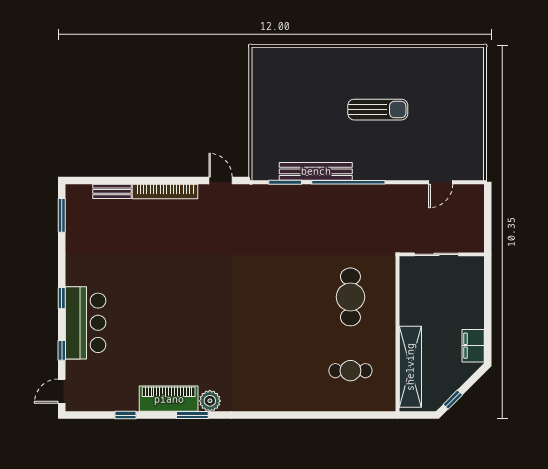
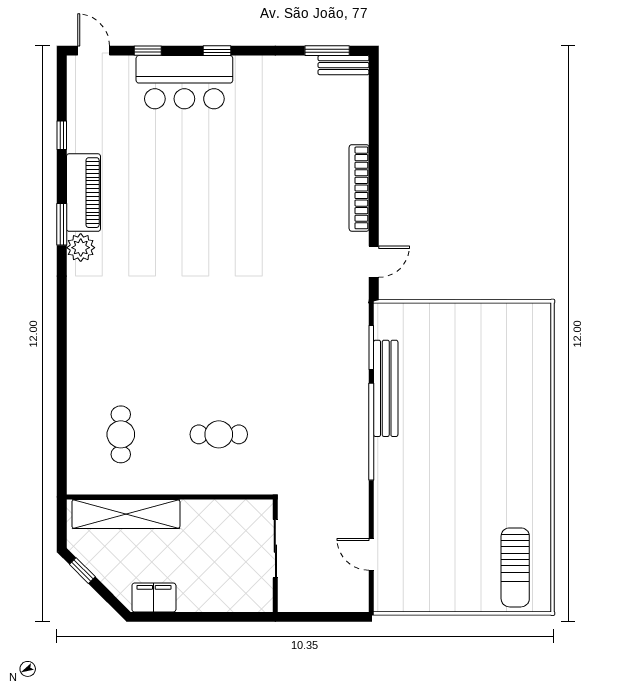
sun lounger: (378, 110) -> (515, 567), moved
bench: (112, 191) -> (344, 65), moved, turned 90
cafe table: (350, 297) -> (219, 434), width x0.73, depth x0.74

